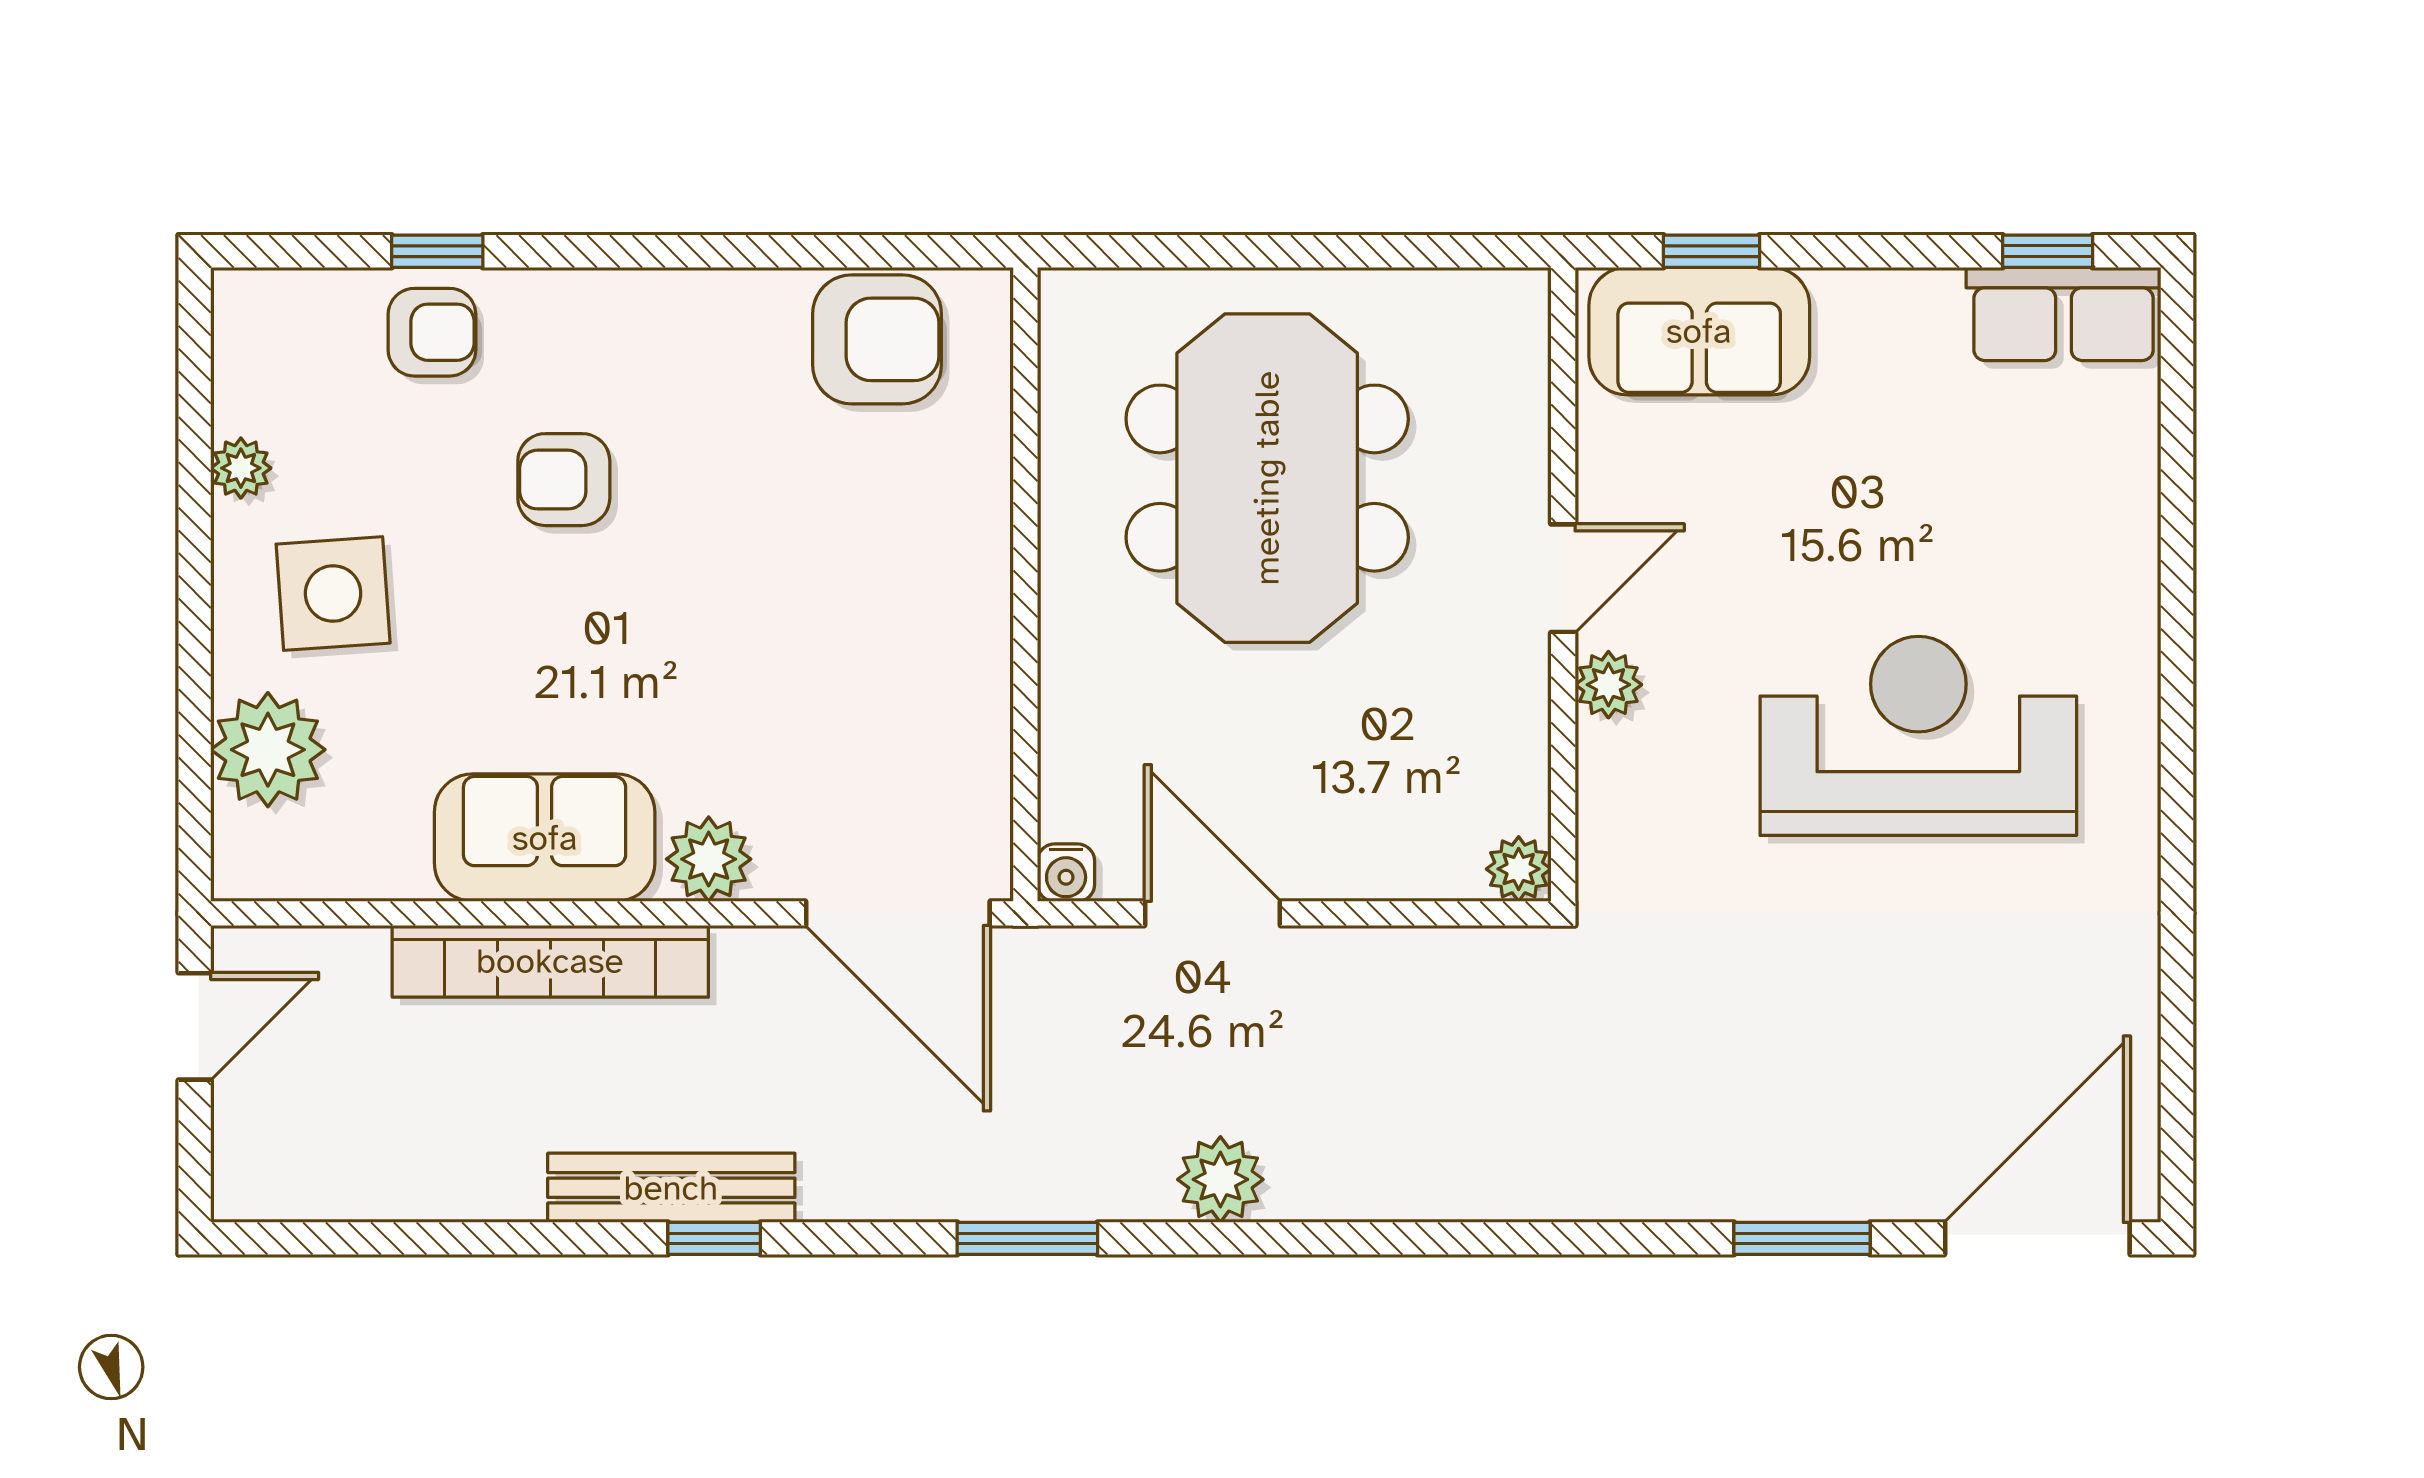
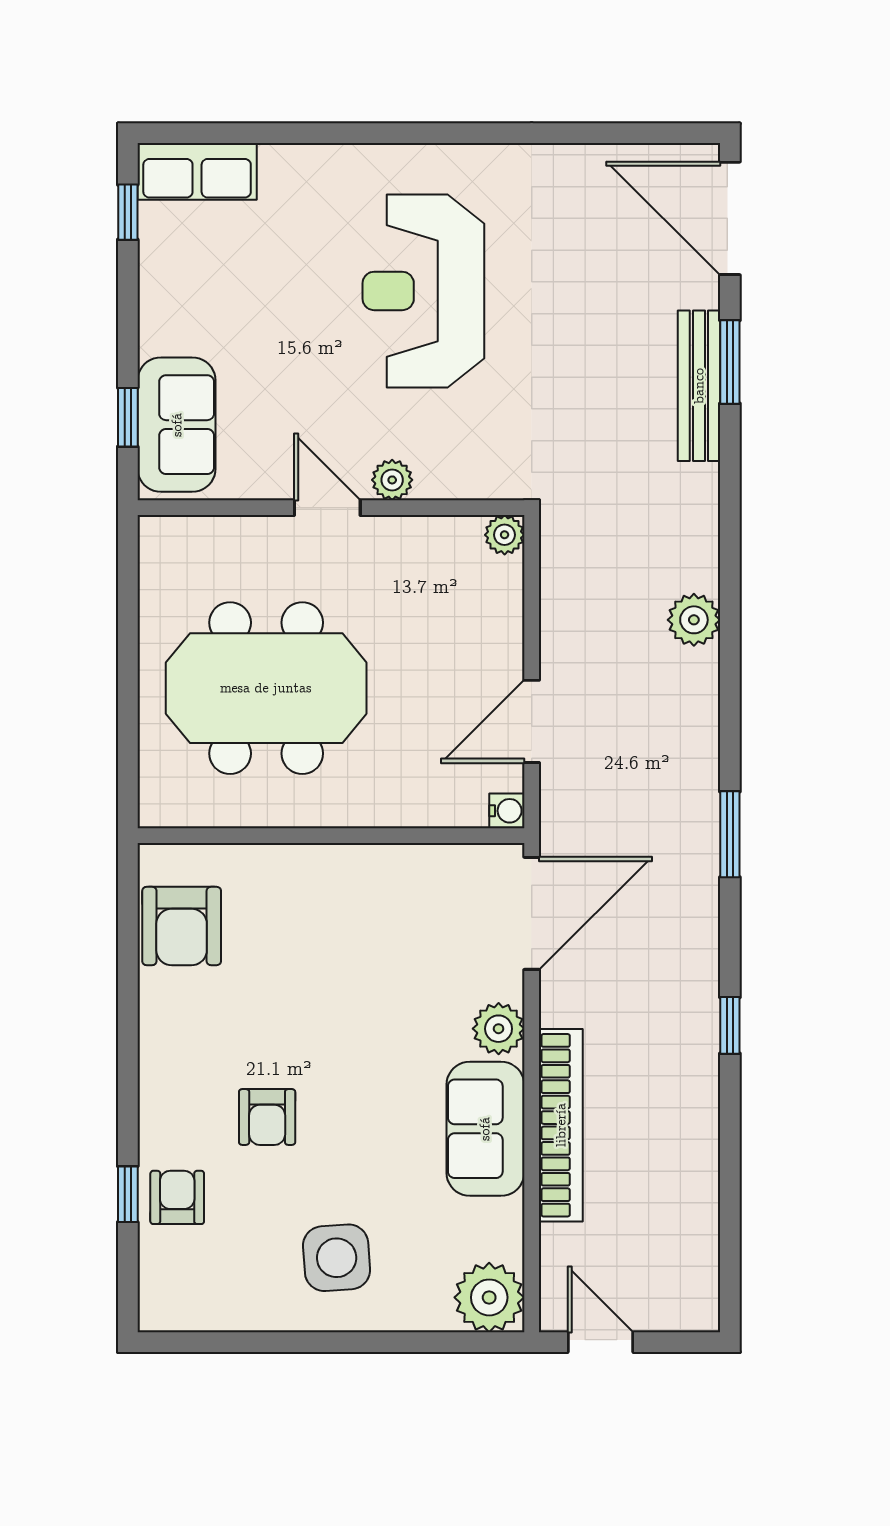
row of seats: (2064, 314) -> (197, 171), moved, turned 90
armchair: (877, 339) -> (182, 926), turned 180
plant: (241, 468) -> (260, 1314), removed
plant: (268, 750) -> (489, 1297), moved
plant: (1220, 1179) -> (694, 620), moved
bench: (671, 1188) -> (699, 386), moved

